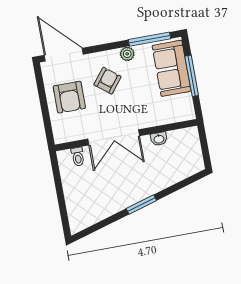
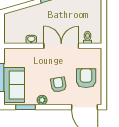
window: (149, 39) -> (25, 107), width x0.69
armchair: (108, 81) -> (58, 85), turned 132

